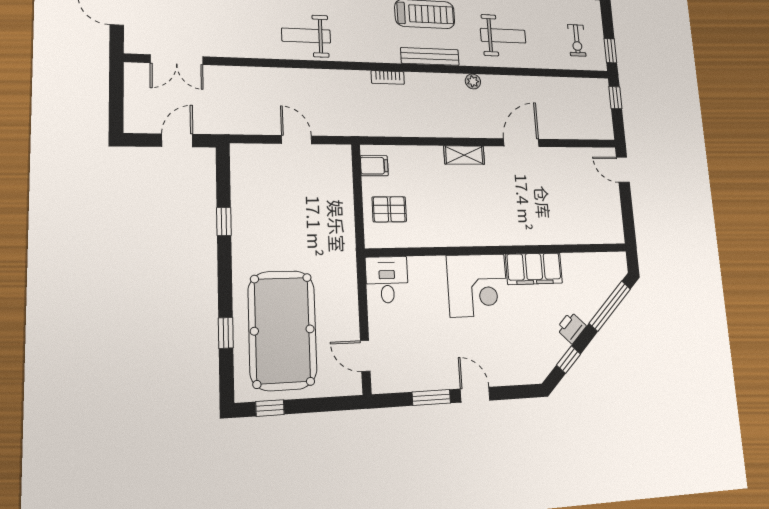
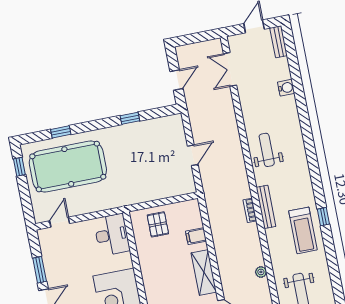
bench: (430, 56) -> (266, 207), moved
door: (177, 140) -> (176, 80), hinge flipped
shelving: (464, 155) -> (204, 272), width x1.50, depth x1.33
filing cabinet: (374, 166) -> (196, 236), moved, turned 90
desk: (387, 280) -> (112, 235), width x1.37

